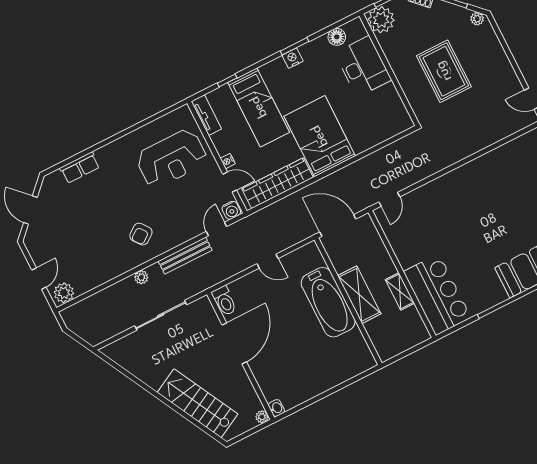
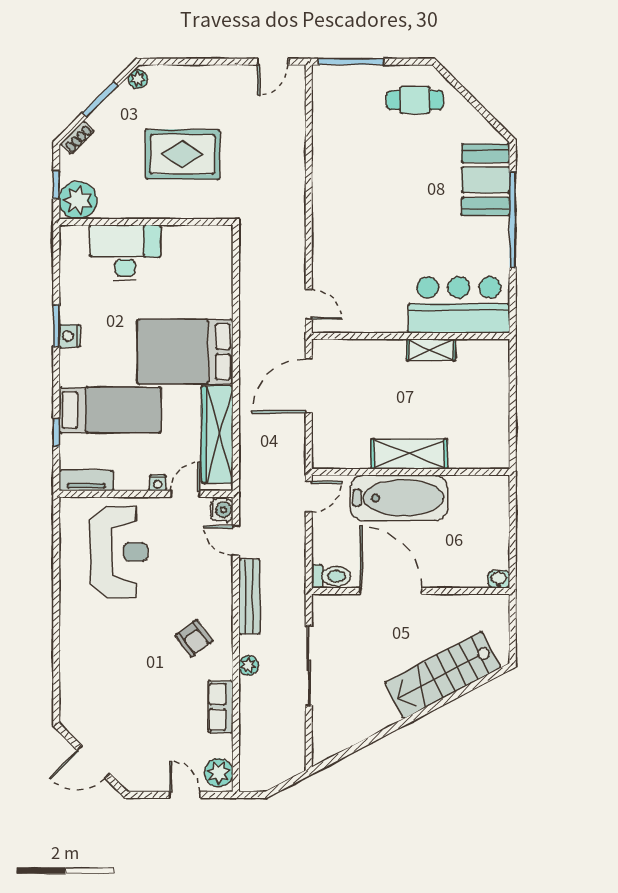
floor lamp: (337, 37) -> (71, 267), removed
row of seats: (80, 168) -> (220, 707), moved, turned 180
shelving: (359, 295) -> (409, 454), moved
wall: (348, 301) -> (411, 472), moved
bathtub: (328, 302) -> (399, 498), moved
plant: (262, 417) -> (501, 603), removed

